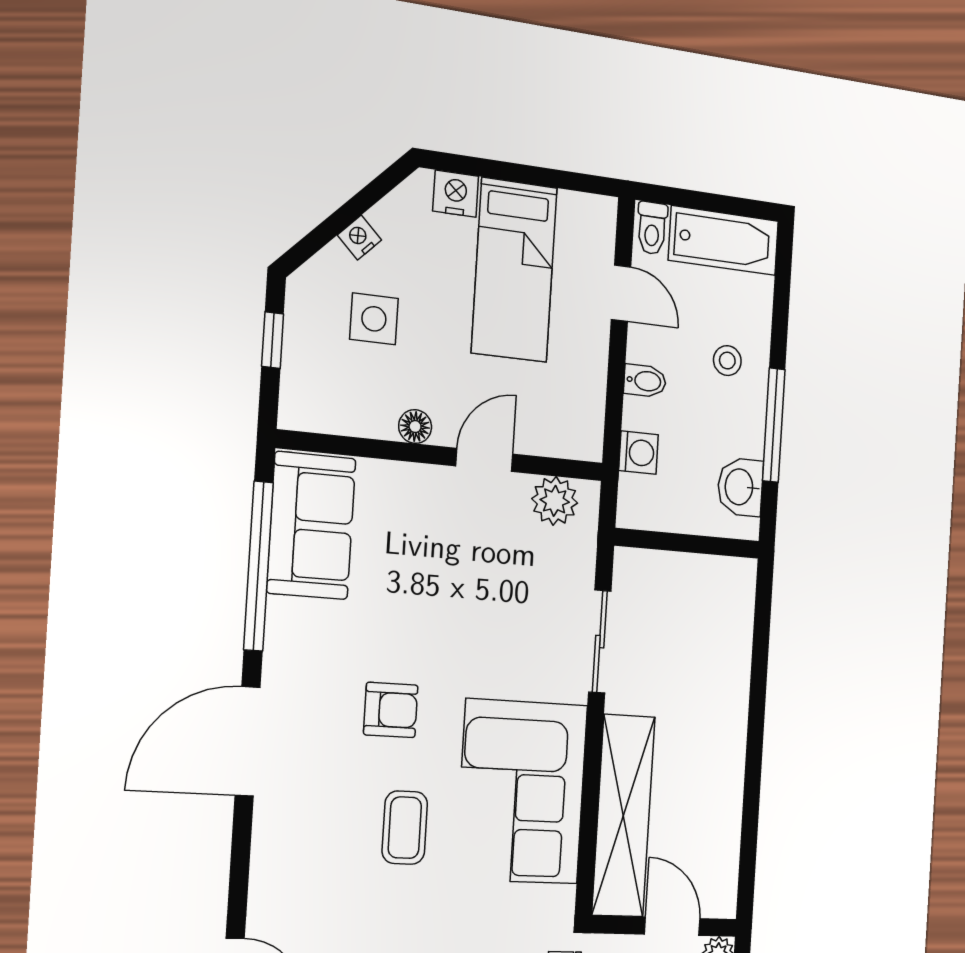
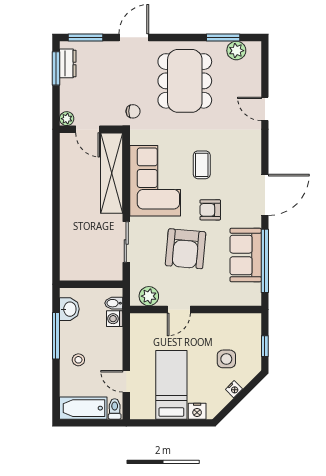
bidet: (645, 381) -> (114, 303), moved
floor lamp: (415, 427) -> (207, 320), removed
sofa: (311, 526) -> (246, 255), moved
armchair: (458, 614) -> (186, 249), added

